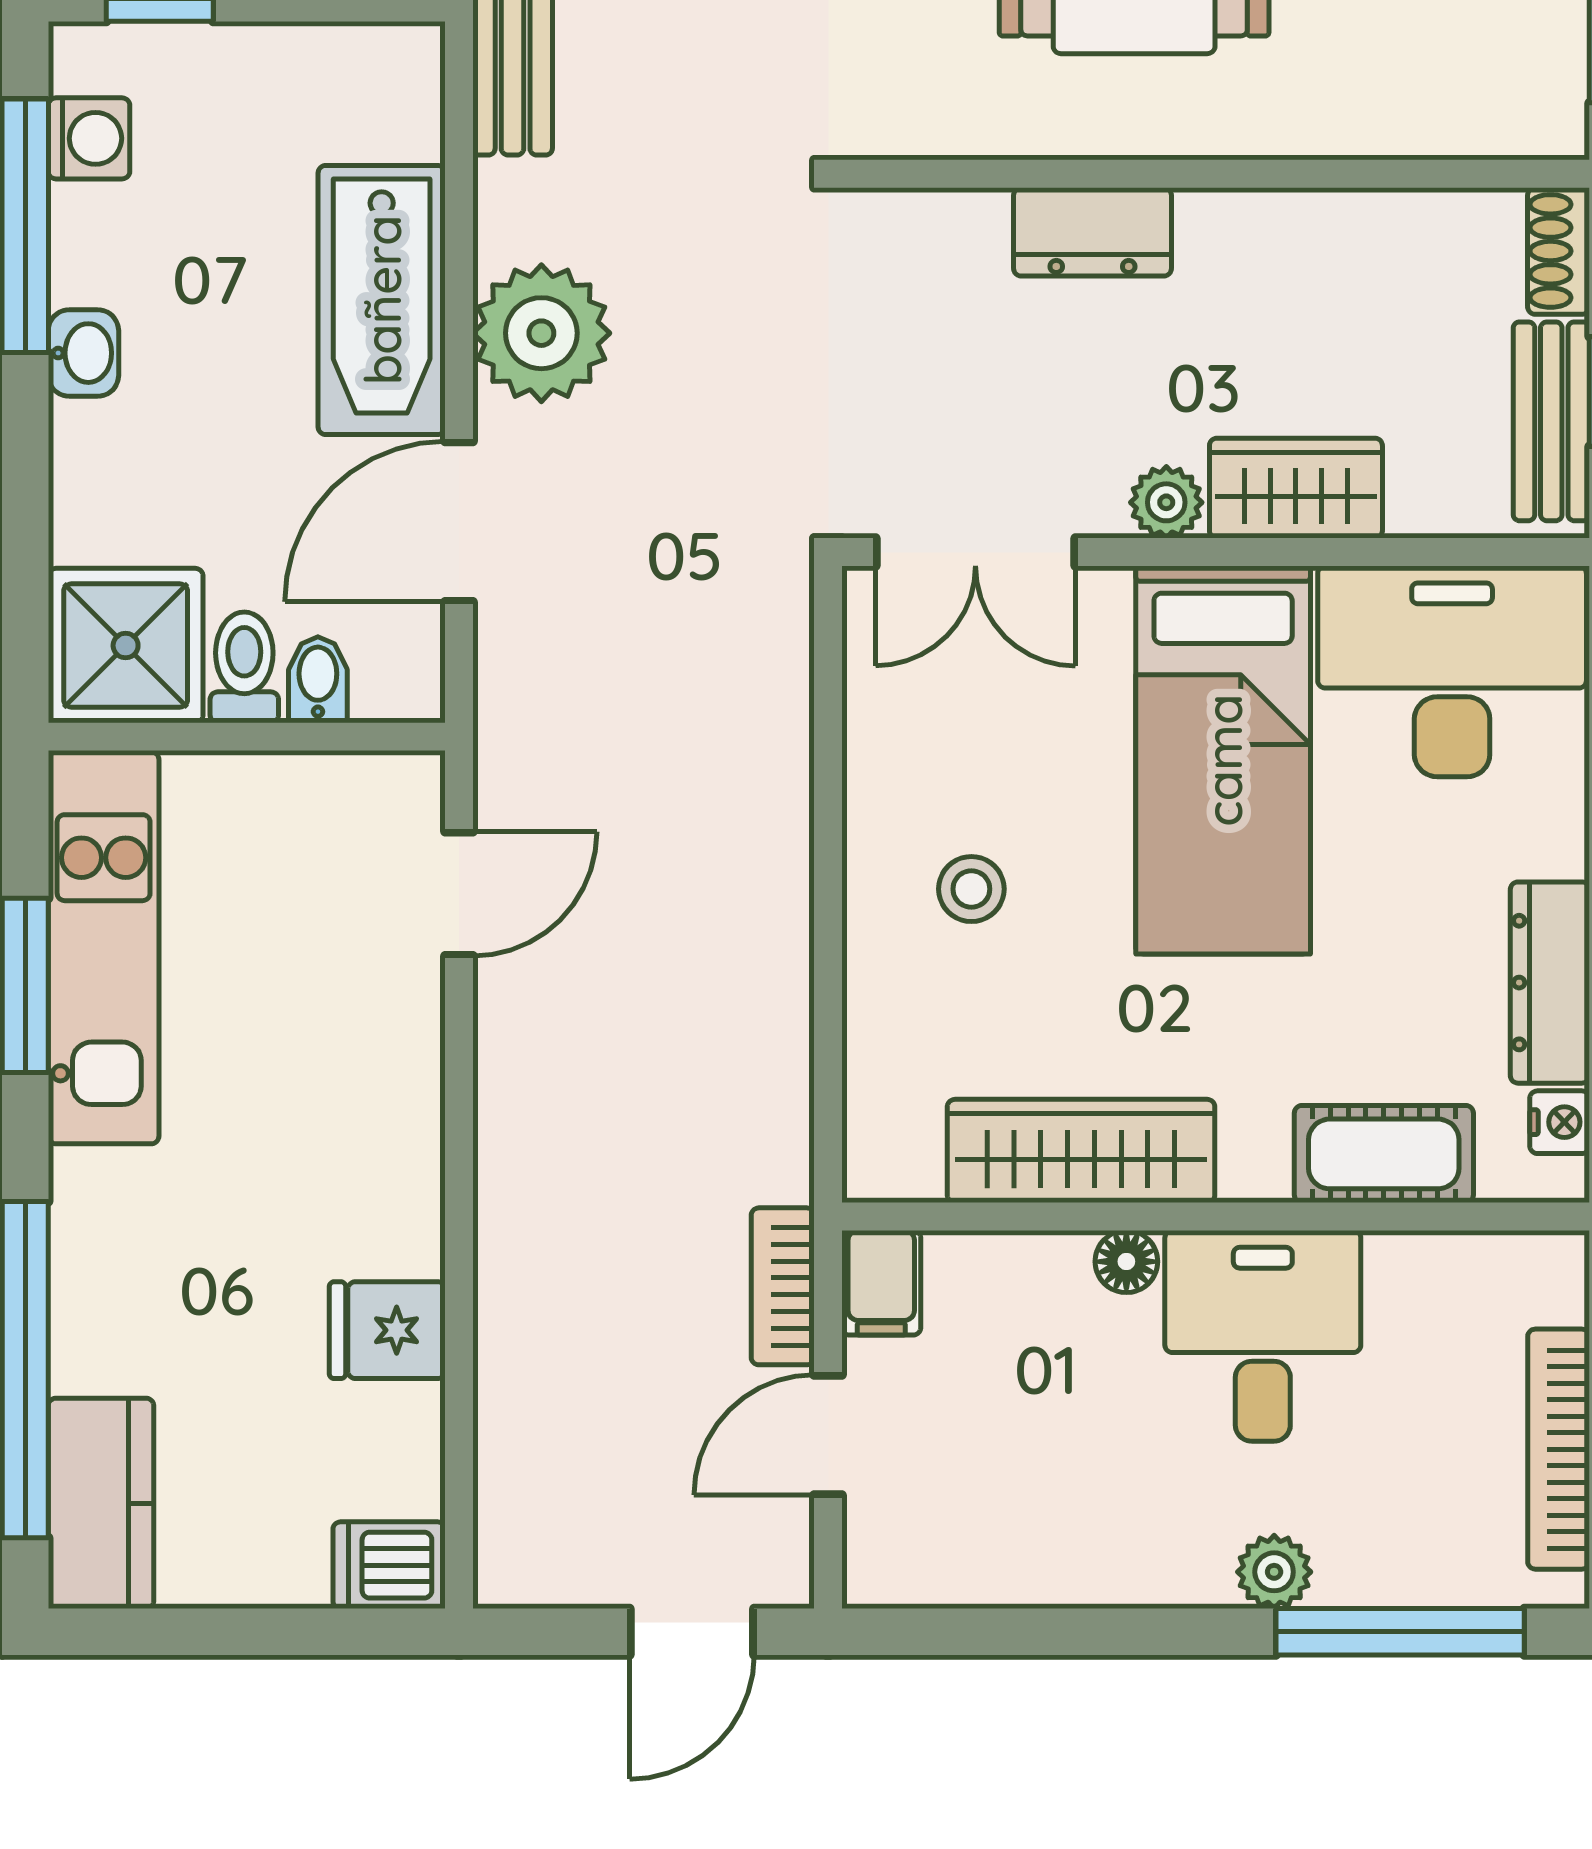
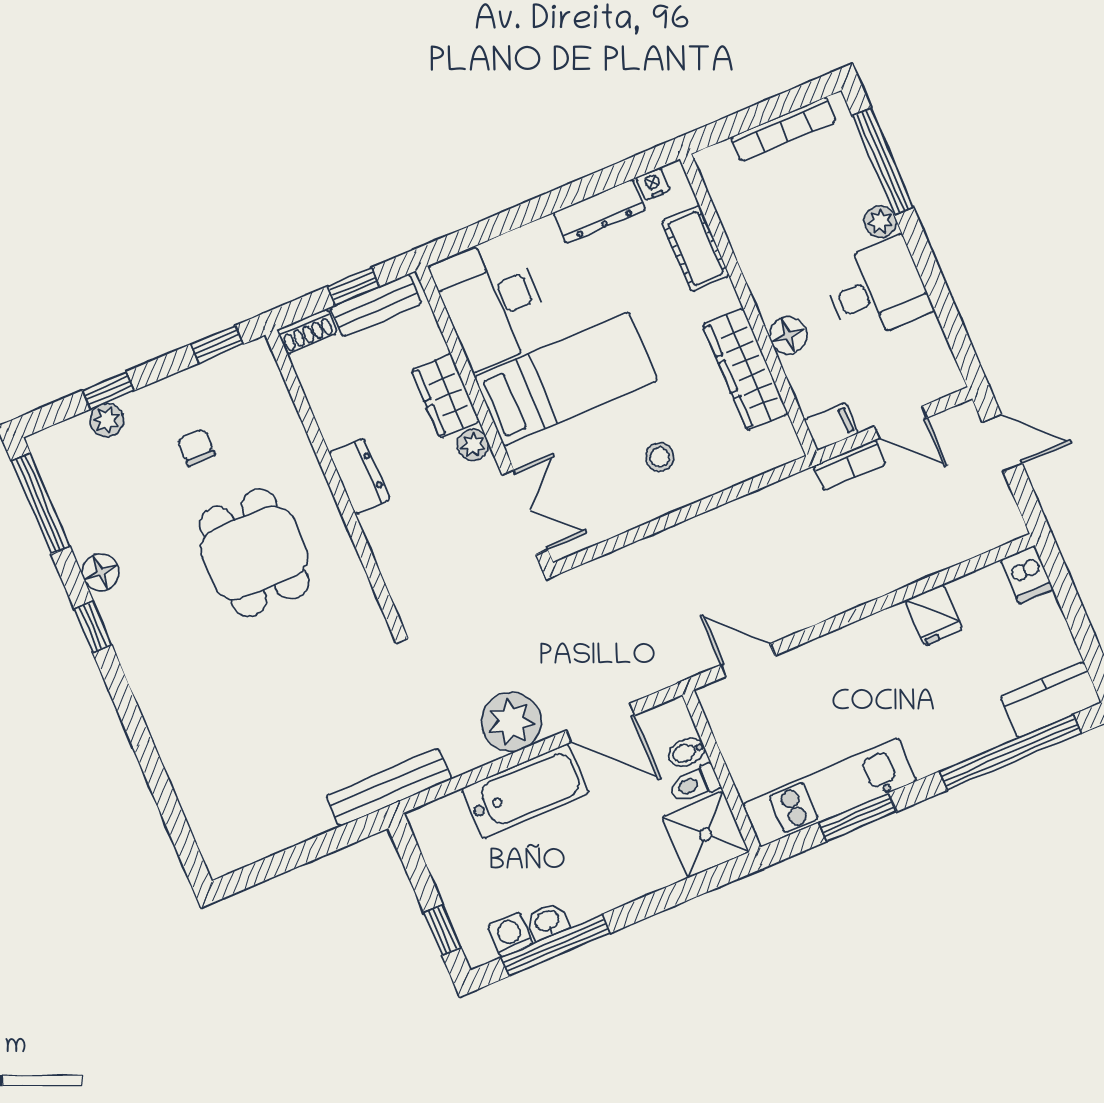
dresser: (1092, 232) -> (359, 476), moved
washbasin: (83, 353) -> (547, 921), moved
floor lamp: (1126, 1262) -> (788, 335), width x1.37, depth x1.37
desk: (1263, 1336) -> (877, 290), moved, turned 180

